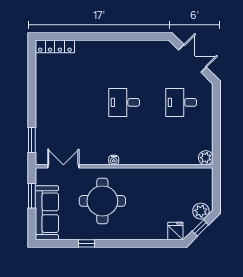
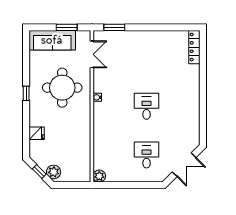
fridge: (175, 231) -> (37, 133), moved
window: (87, 243) -> (26, 93), moved

